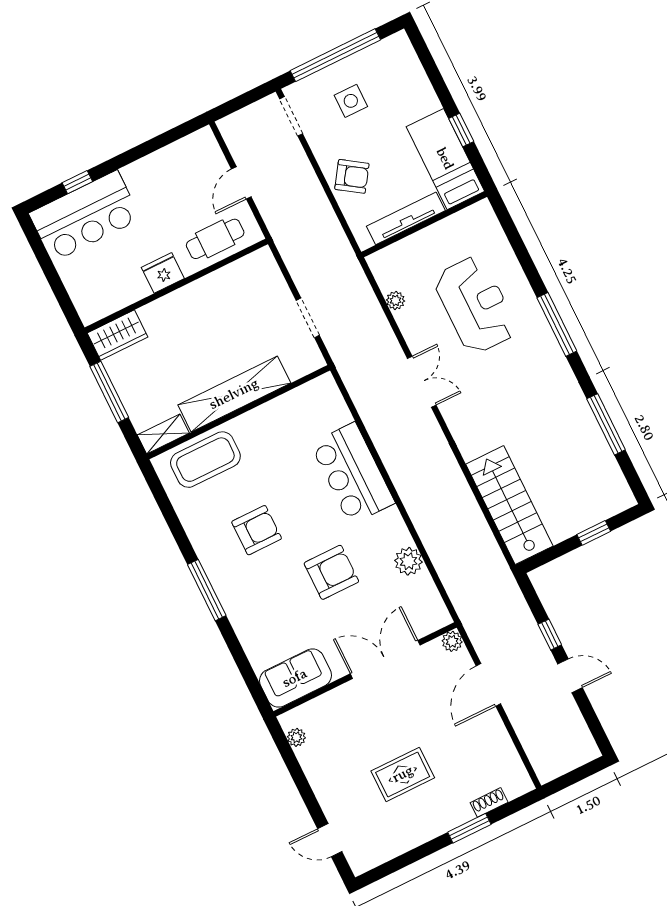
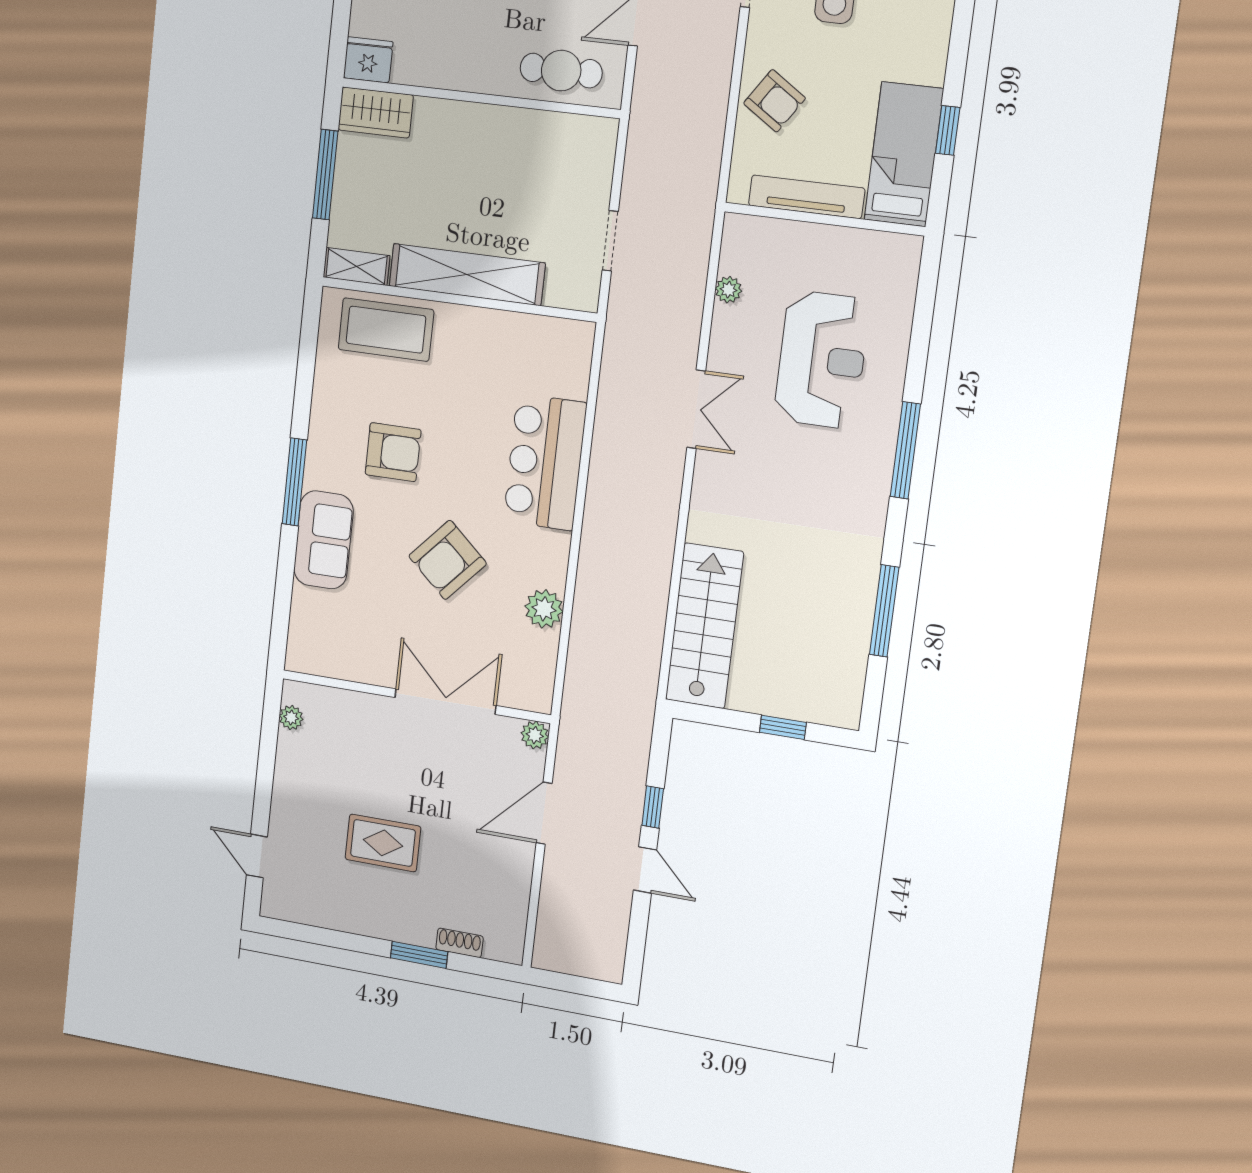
fridge: (163, 273) -> (368, 60), moved
armchair: (331, 572) -> (448, 560), turned 132
sofa: (295, 678) -> (323, 540), moved, turned 90

